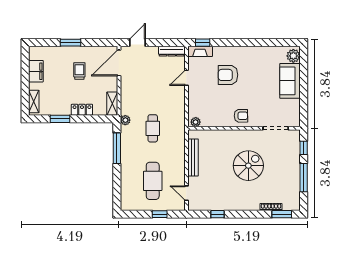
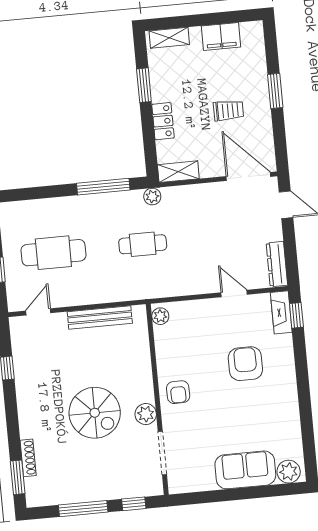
plant: (252, 136) -> (146, 414), added

